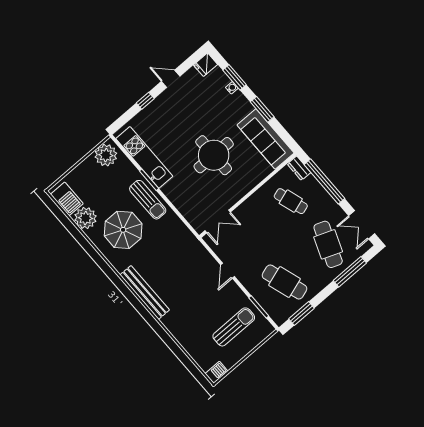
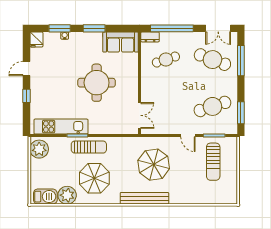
sofa: (266, 139) -> (121, 42), width x0.73
door: (227, 271) -> (188, 136), moved
parasol: (183, 274) -> (154, 165), added
sun lounger: (234, 327) -> (213, 162), turned 180
barbecue: (216, 372) -> (232, 197), removed

